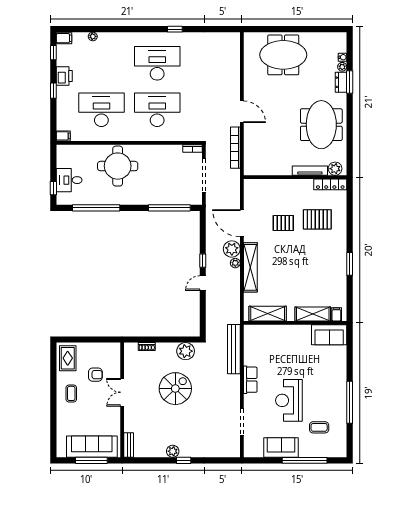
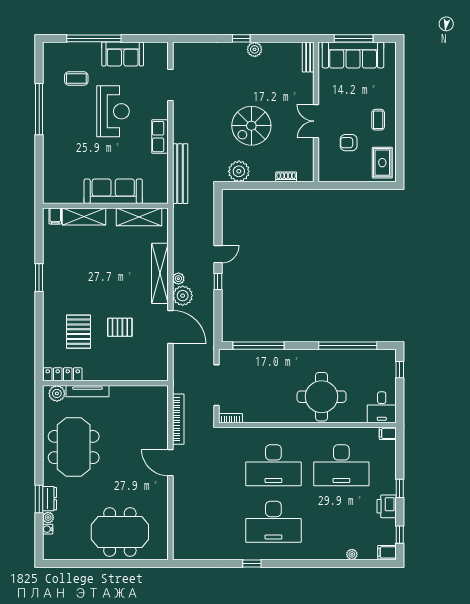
desk: (69, 180) -> (382, 407), moved, turned 90
pallet: (317, 219) -> (79, 332), turned 90
sofa: (329, 335) -> (113, 191), moved, width x1.36
double door: (122, 392) -> (316, 121), swing flipped

